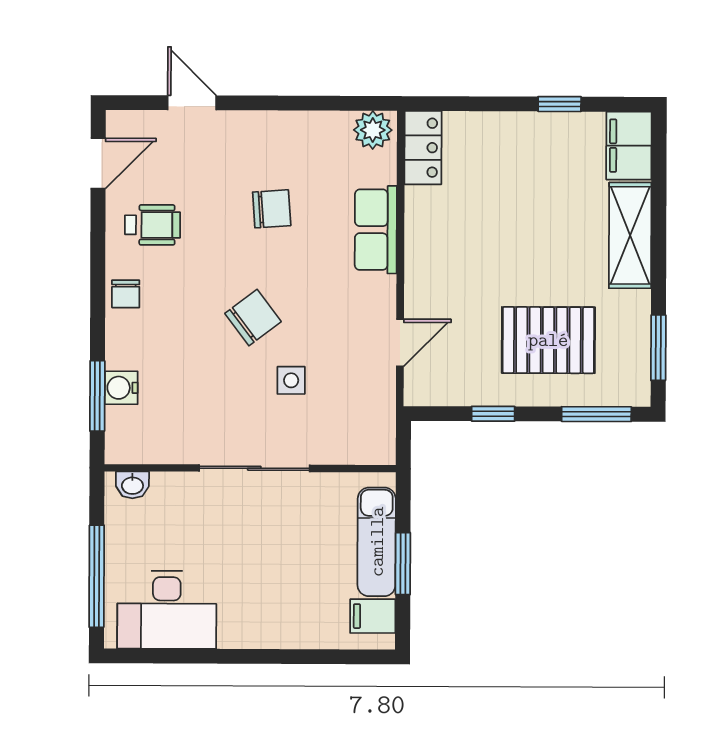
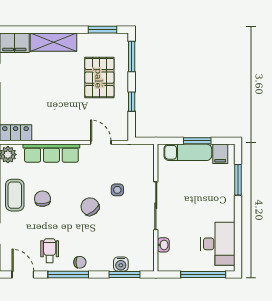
coffee table: (280, 145) -> (15, 195), added
row of seats: (376, 230) -> (51, 153), width x1.48
window: (98, 267) -> (68, 275), added
washbasin: (132, 485) -> (163, 245), moved
window: (313, 657) -> (238, 180), added

